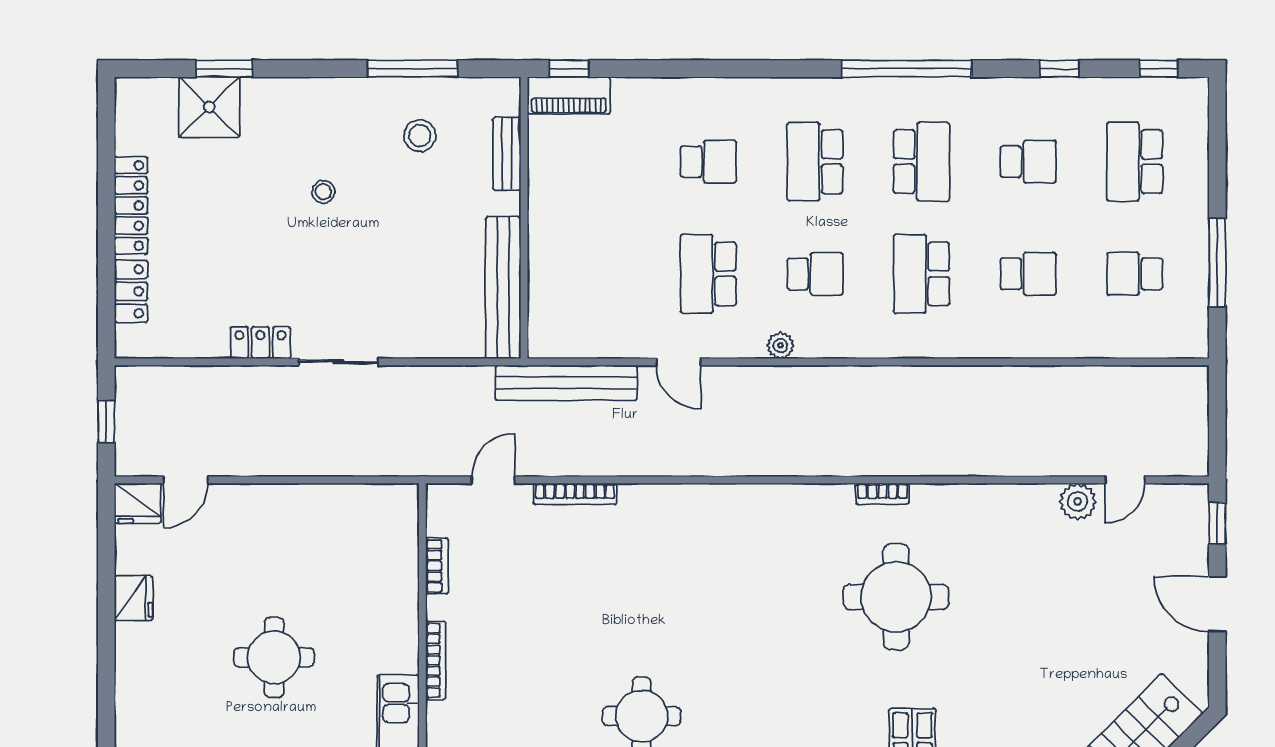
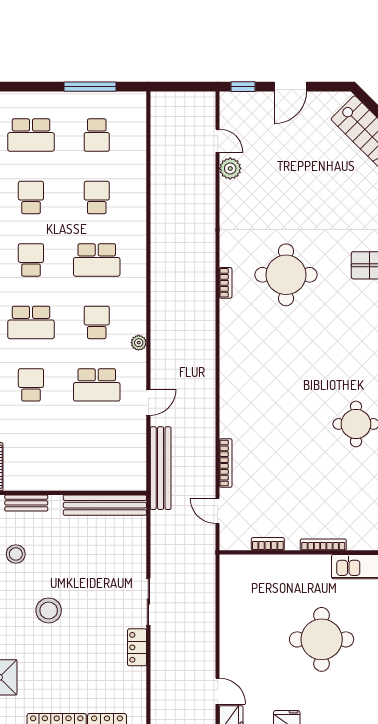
school desk: (921, 162) -> (31, 260), width x0.54
stool: (323, 192) -> (49, 610), width x1.89, depth x1.89
round table: (274, 657) -> (322, 639), width x1.36, depth x1.36

